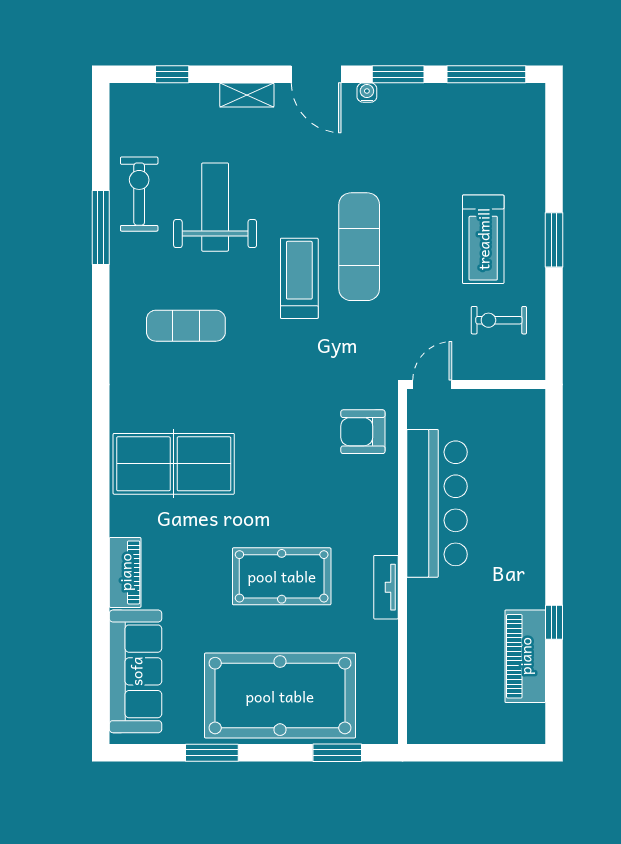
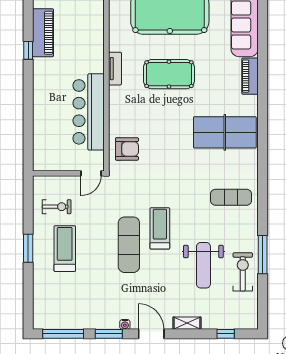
exercise bike: (139, 194) -> (243, 272), turned 180
treadmill: (299, 278) -> (160, 228), turned 180
exercise mat: (186, 326) -> (231, 197), moved

